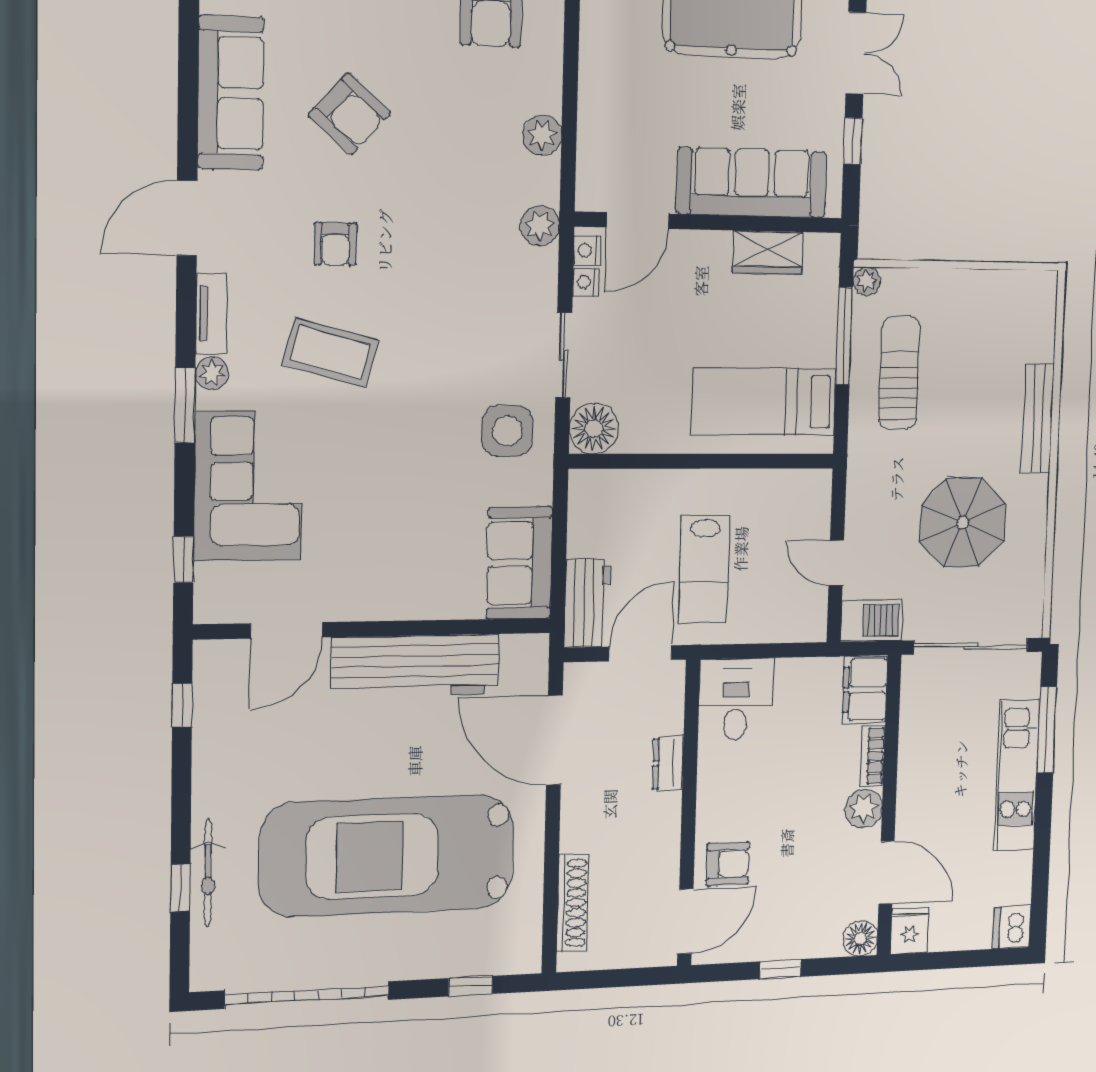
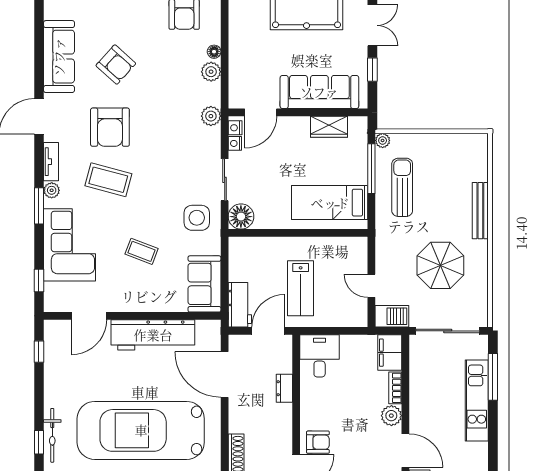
floor lamp: (549, 94) -> (214, 52), added
armchair: (335, 244) -> (110, 127), width x1.88, depth x1.88
coffee table: (396, 499) -> (142, 251), added

